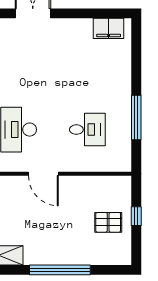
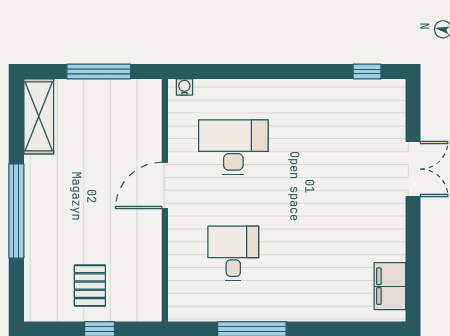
desk: (87, 130) -> (233, 253), turned 180

